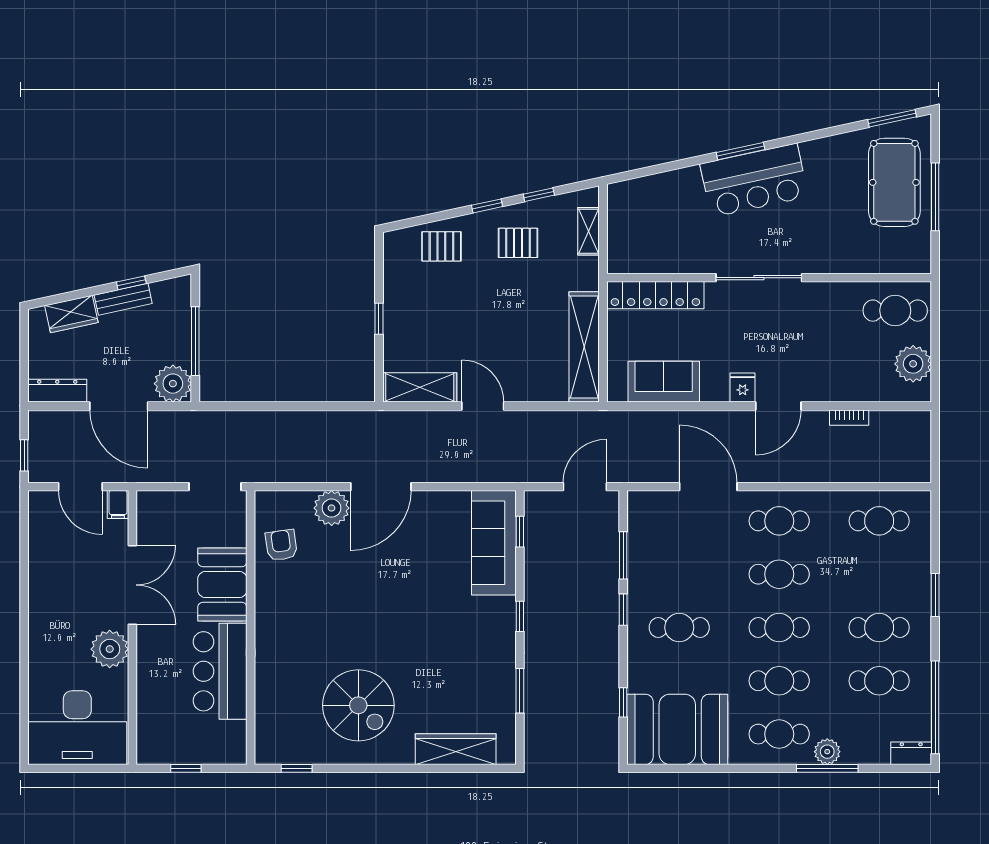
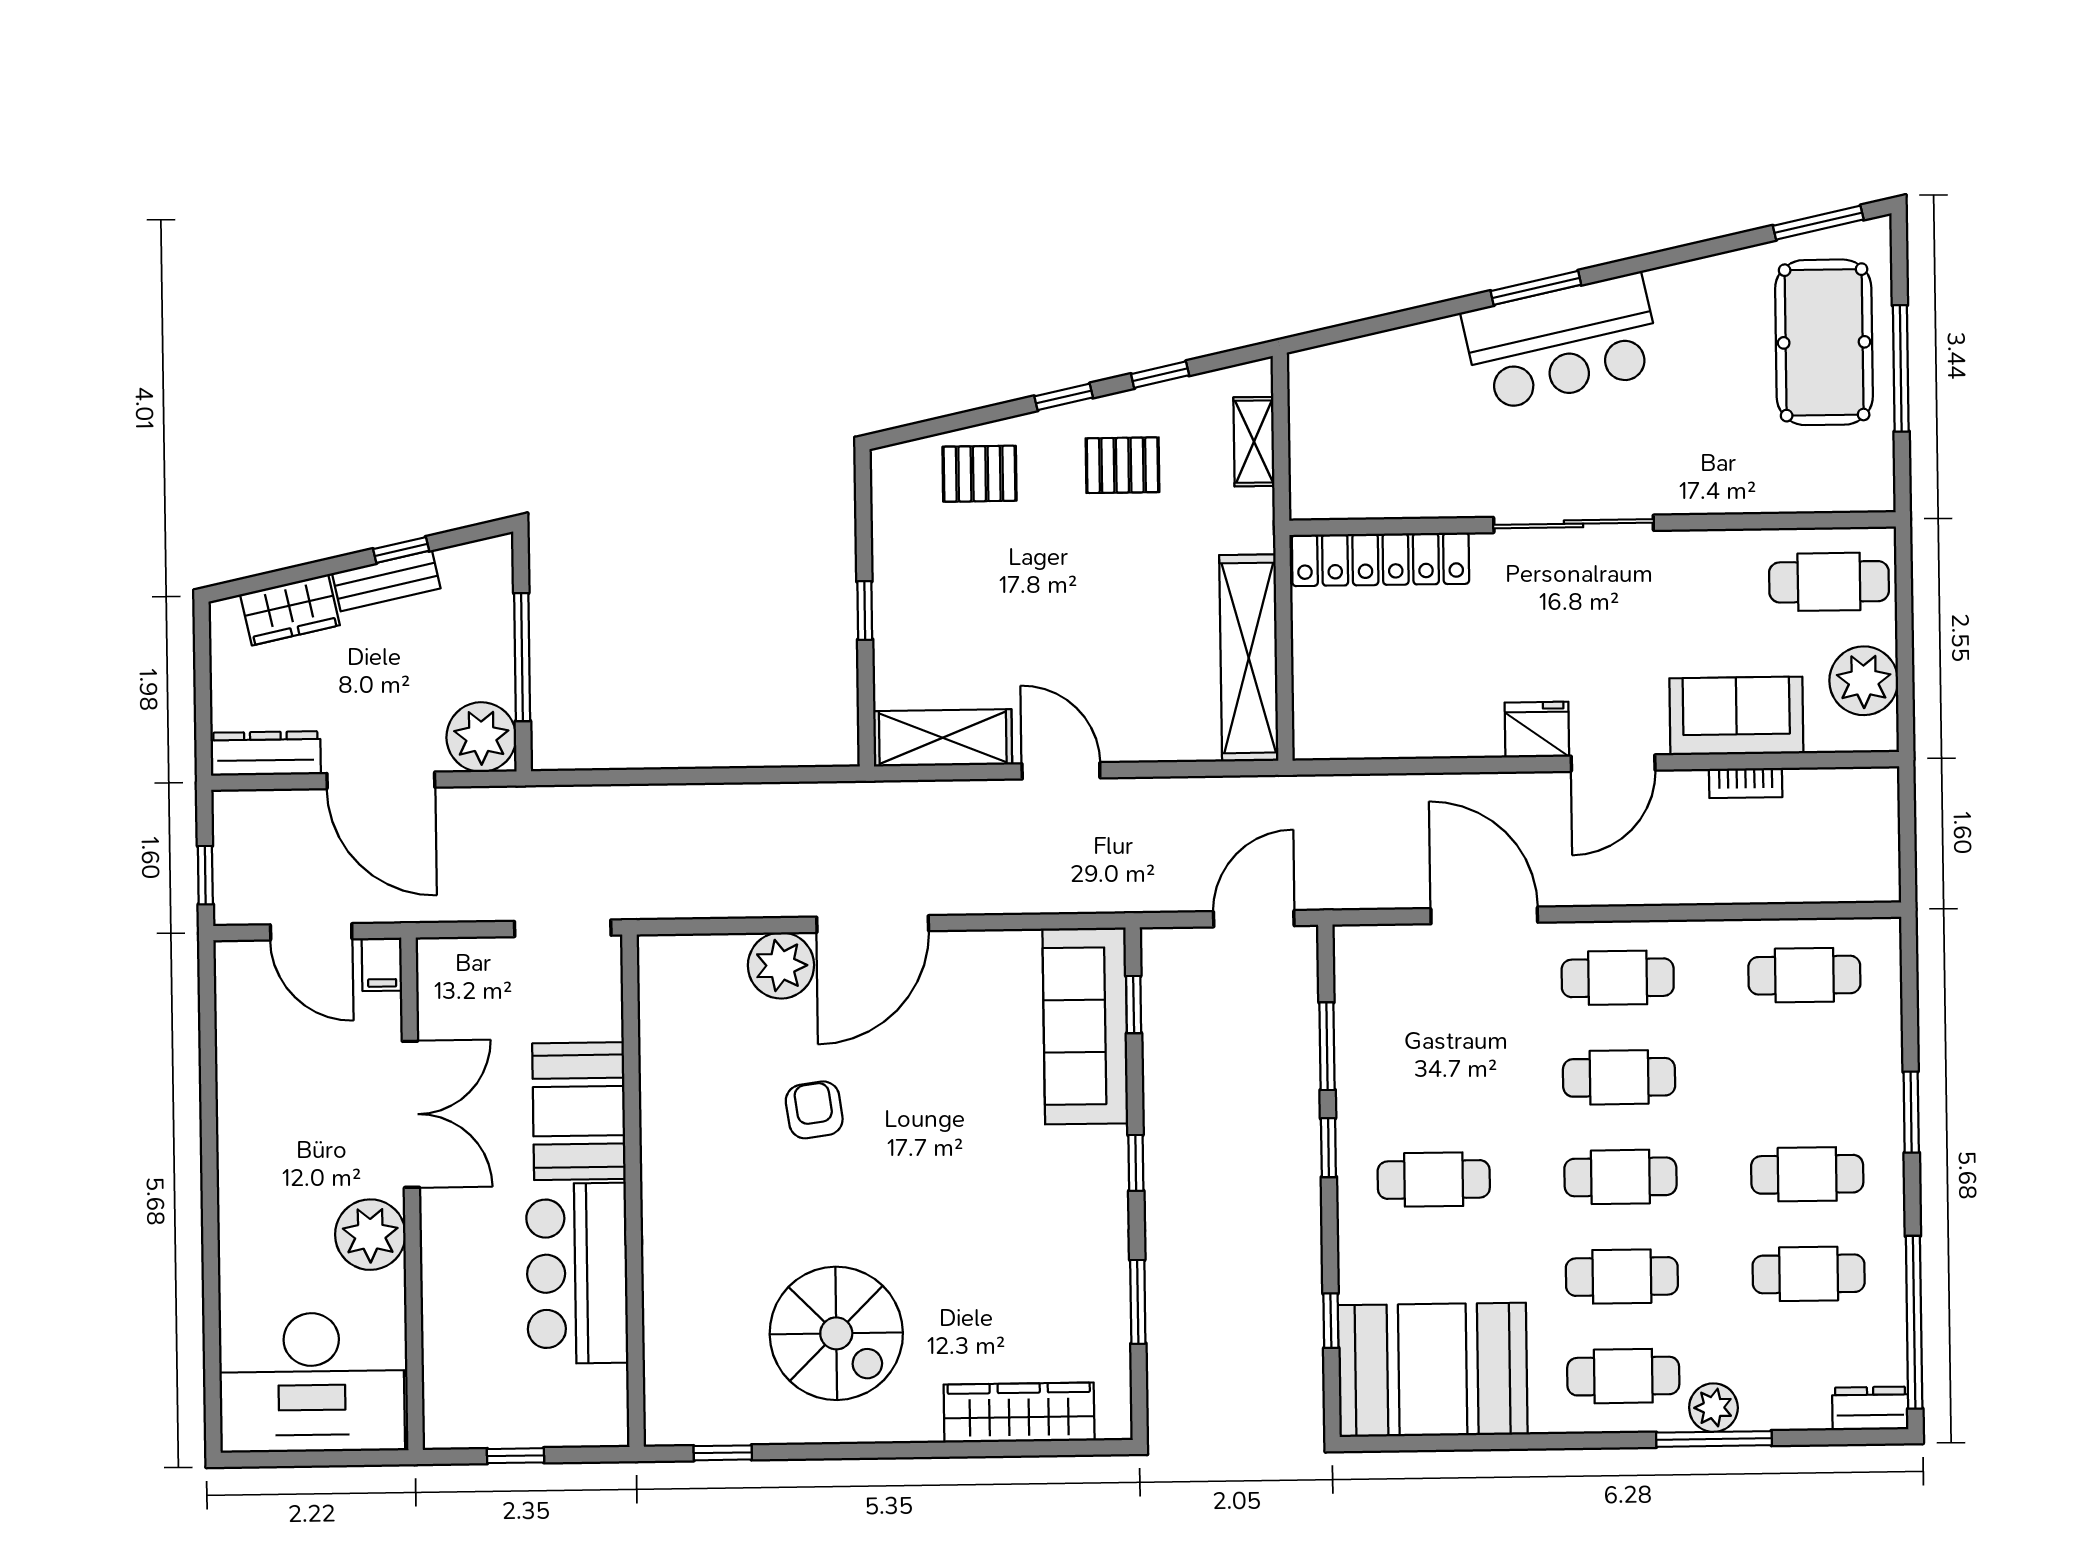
sofa: (664, 382) -> (1736, 716), moved
fridge: (743, 387) -> (1537, 730), width x1.38
armchair: (281, 545) -> (814, 1110), moved

